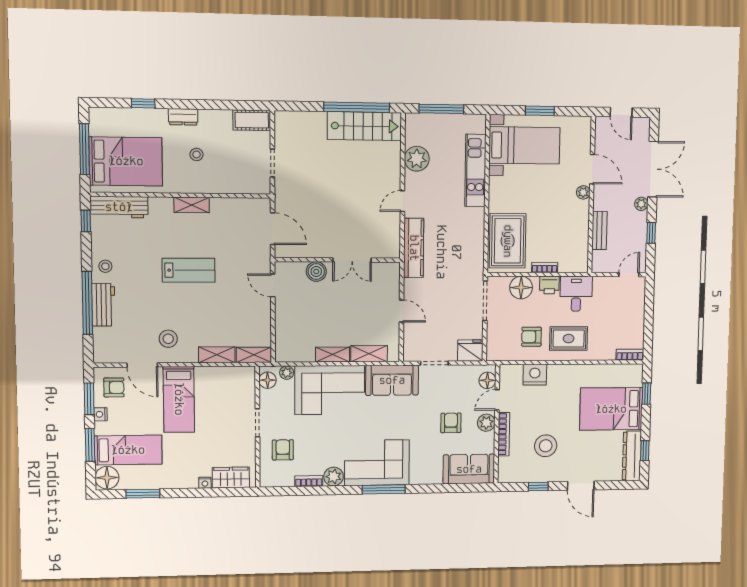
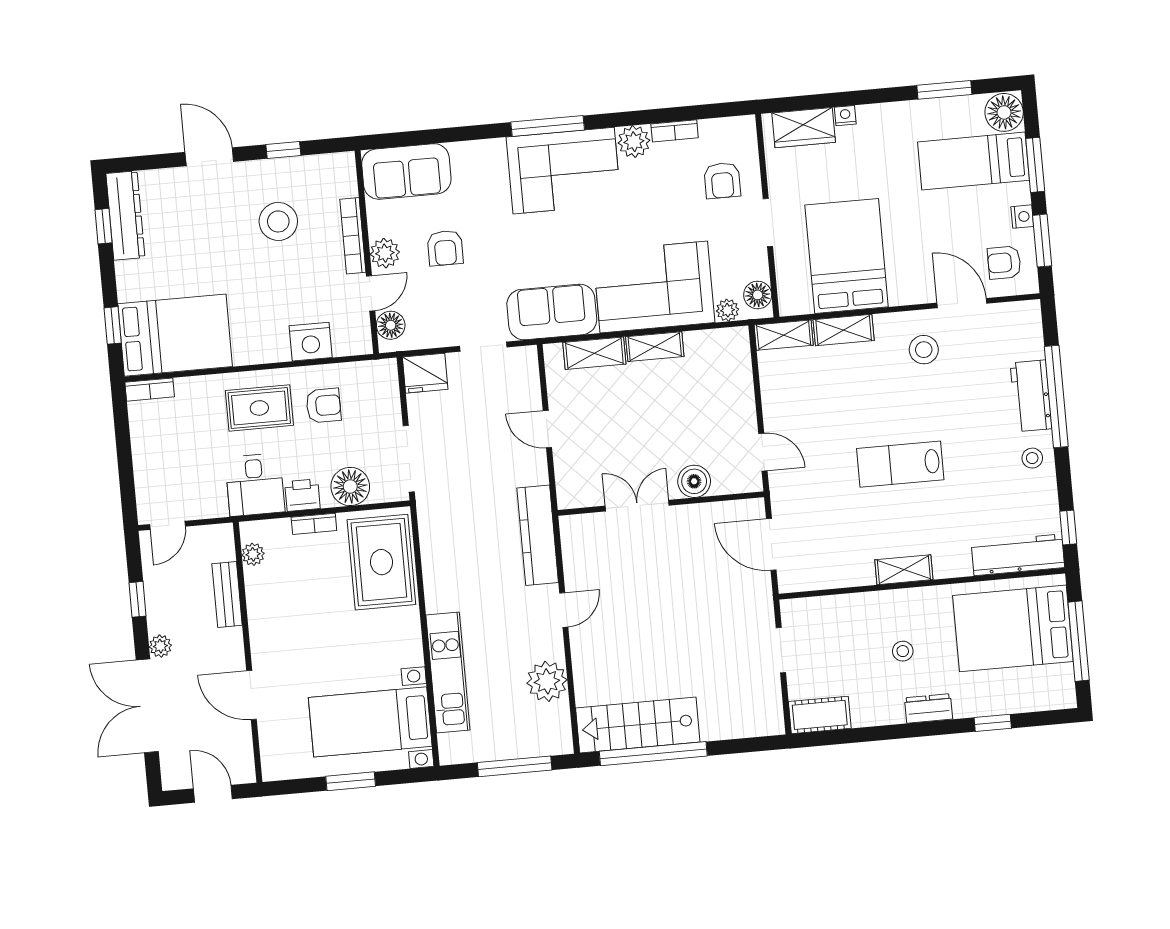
plant: (583, 192) -> (253, 554), moved
bed: (179, 399) -> (847, 256), moved, width x1.50
bed: (611, 409) -> (175, 335), moved

